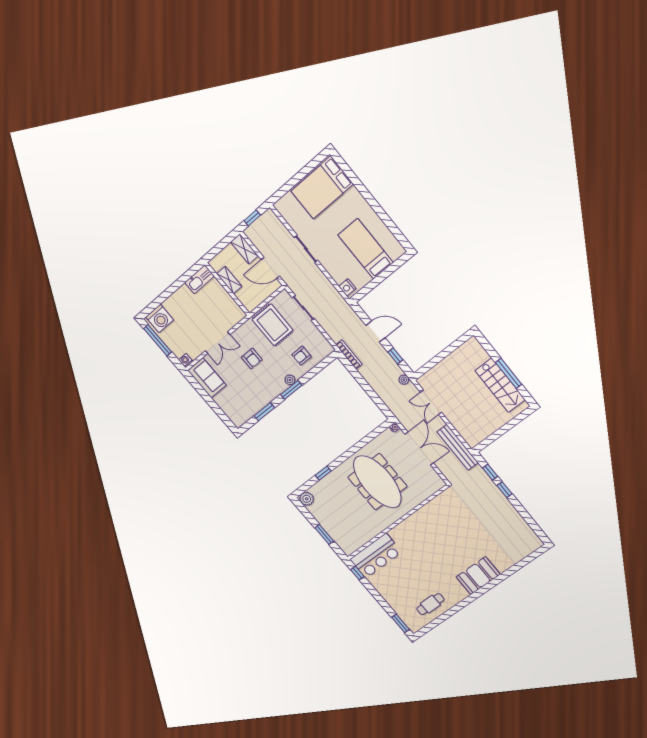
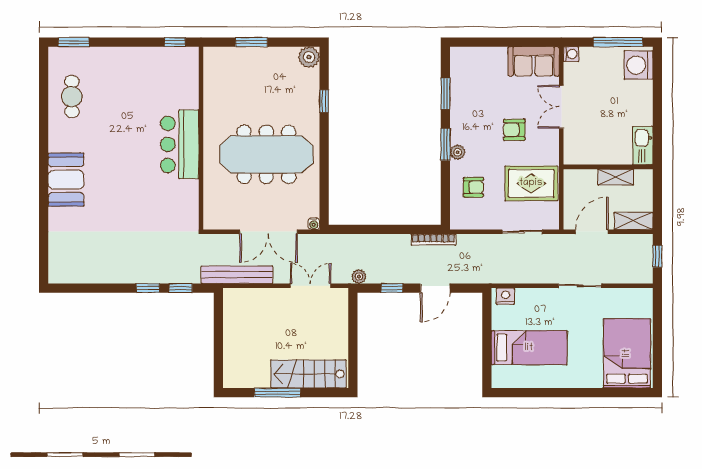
armchair: (302, 356) -> (473, 187), turned 90
stairs: (500, 385) -> (308, 374), moved
bar counter: (376, 556) -> (180, 144), moved

